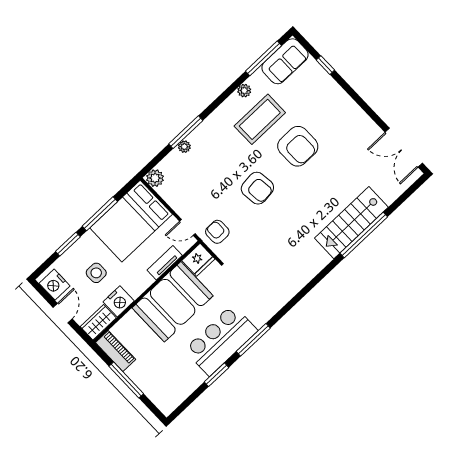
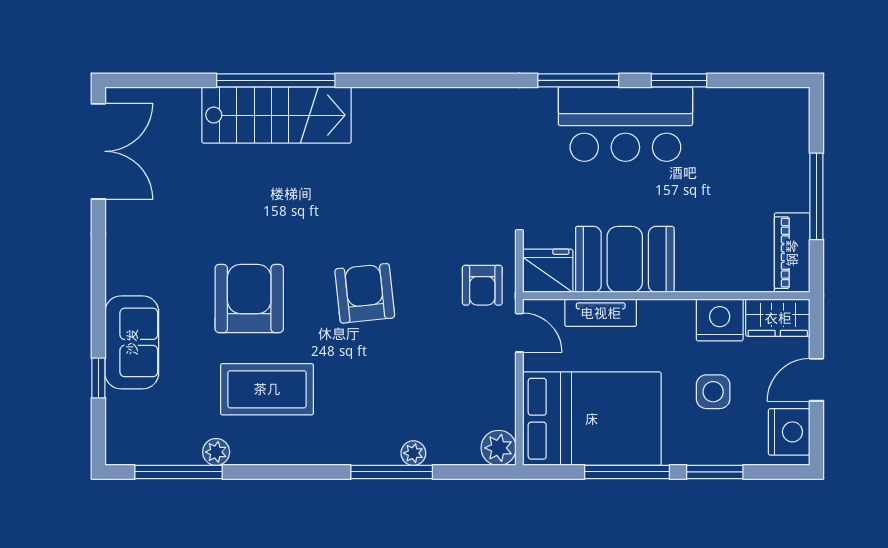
sofa: (285, 61) -> (132, 342), moved, turned 90
plant: (244, 91) -> (216, 452), moved
booth: (173, 302) -> (625, 259), width x0.73, depth x0.70

